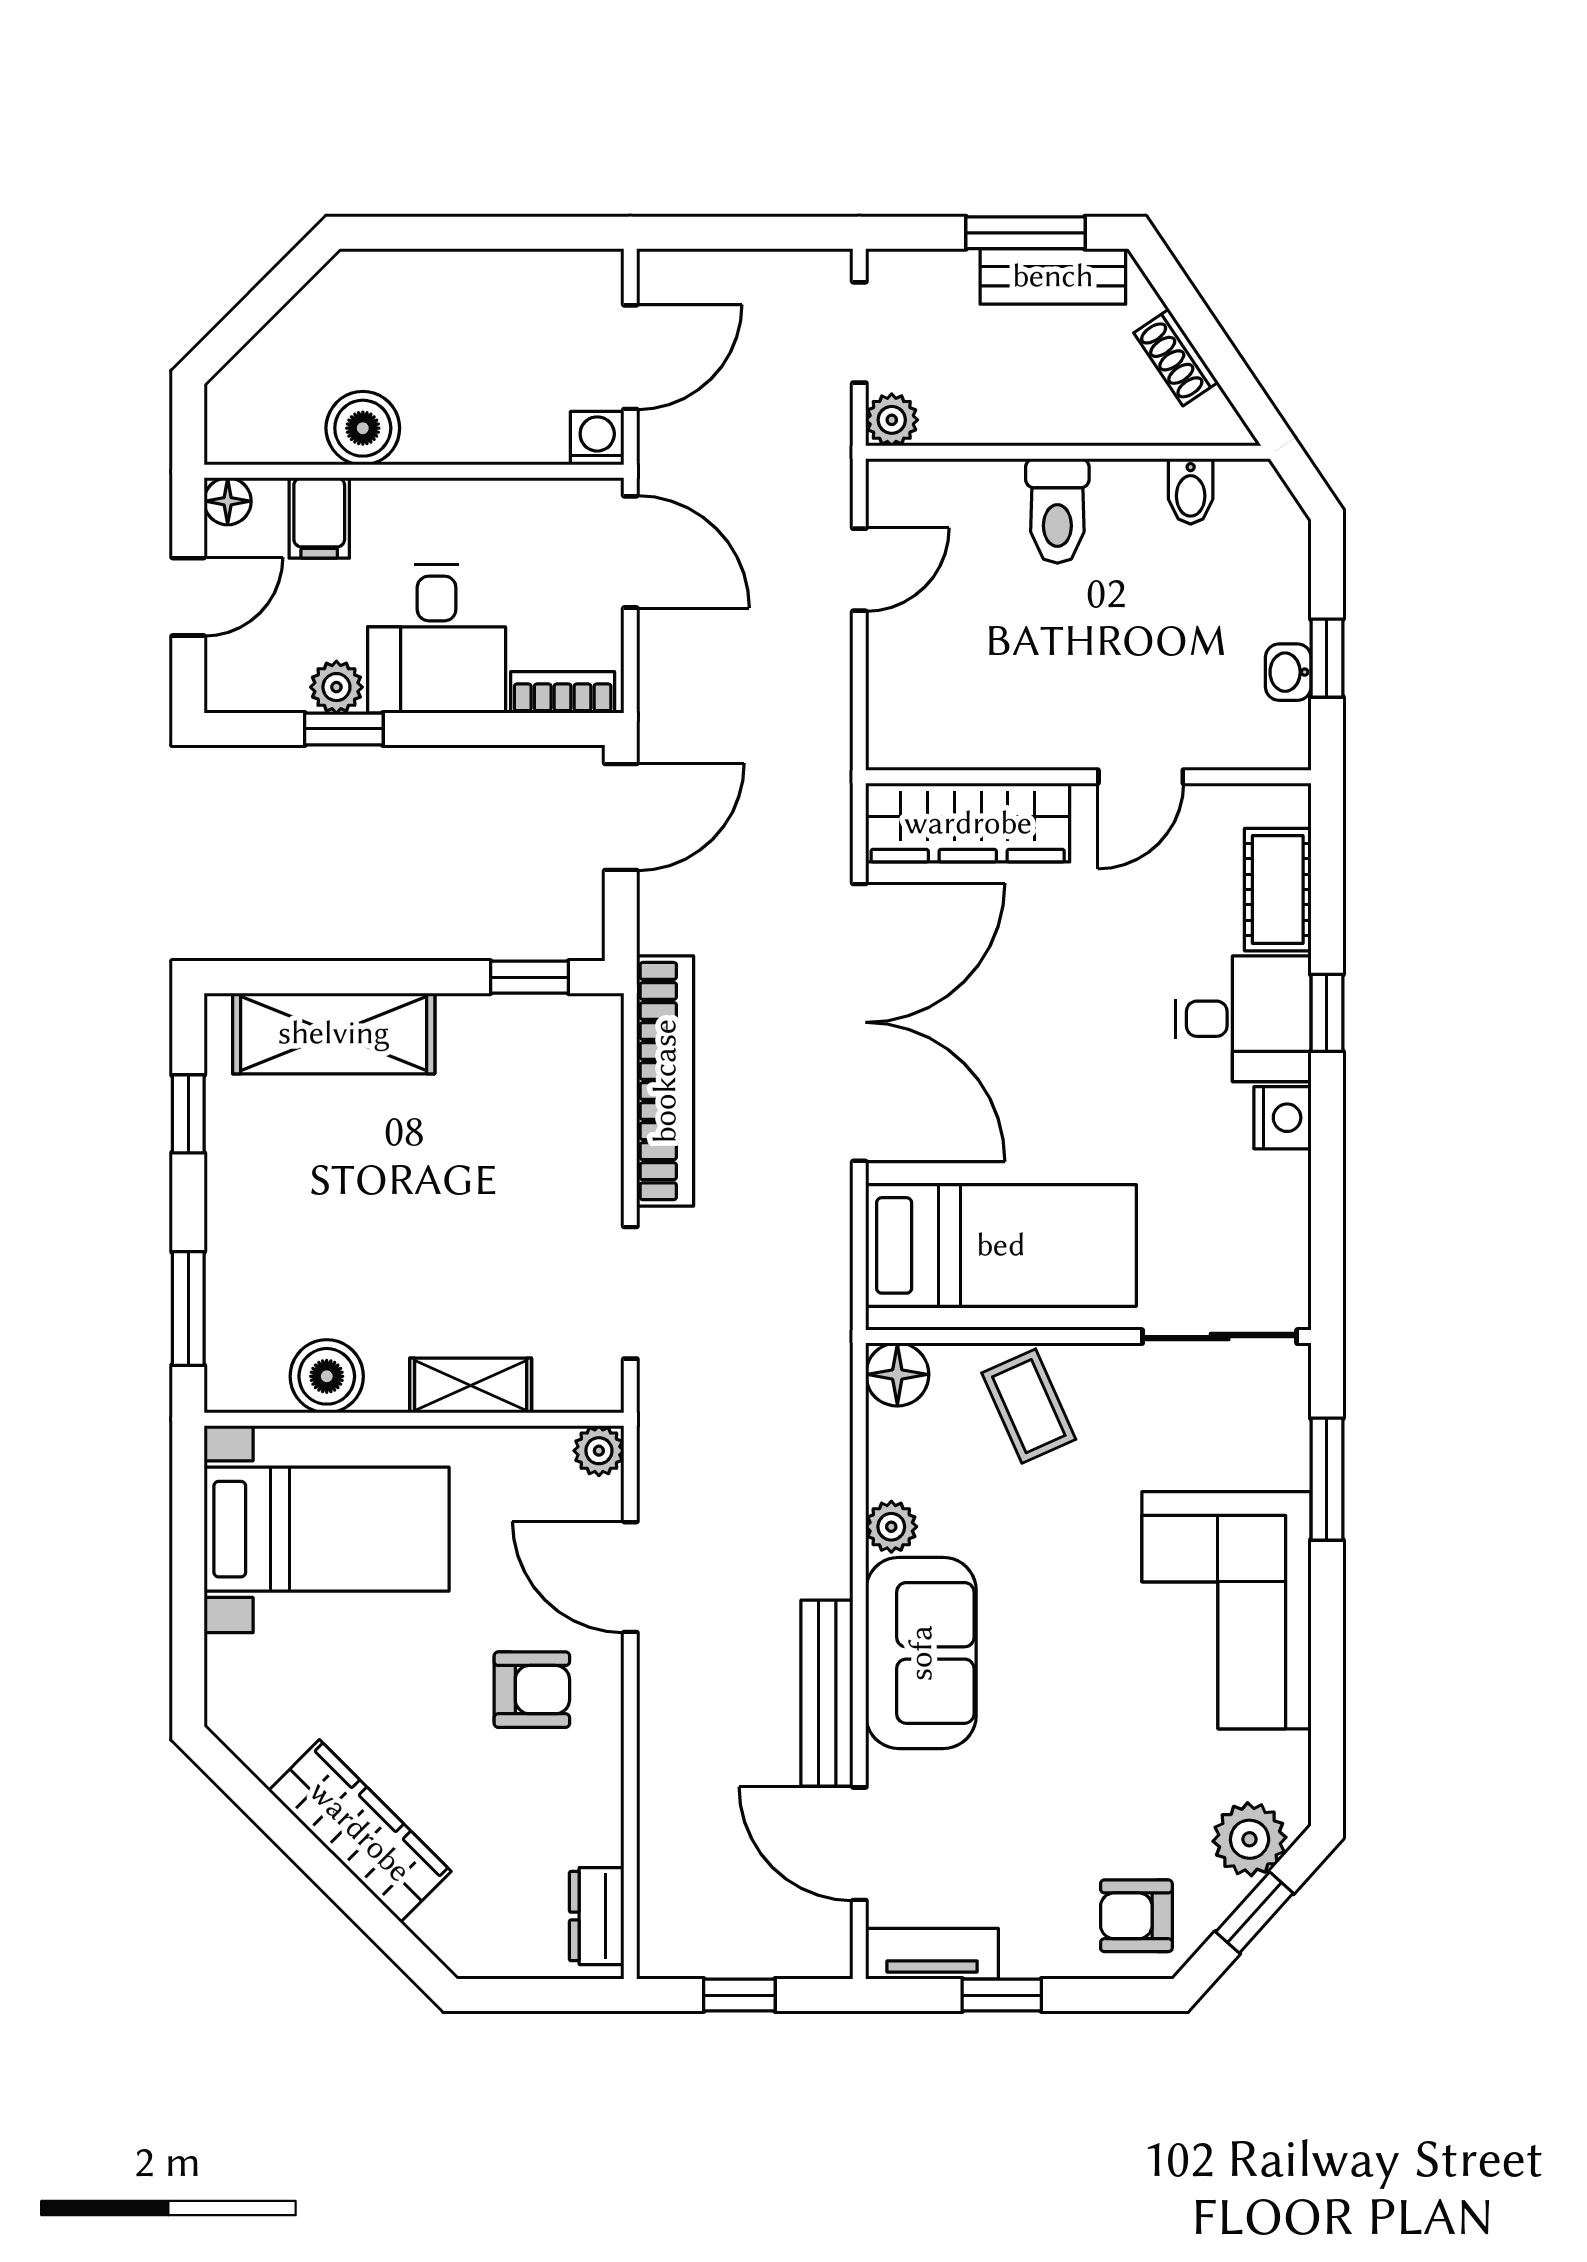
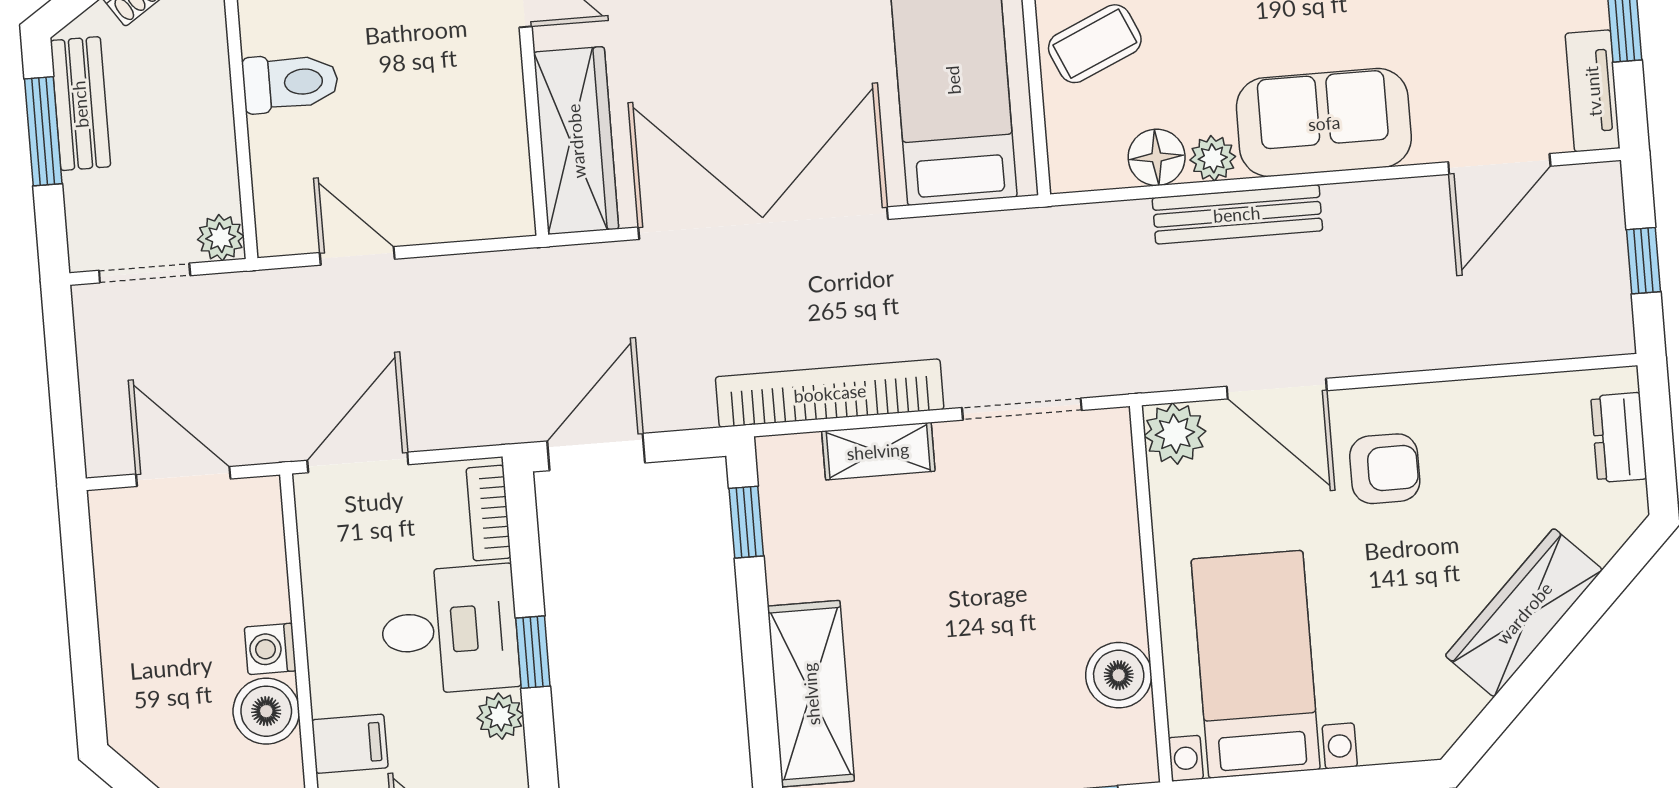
washing machine: (597, 438) -> (270, 649), moved
window: (344, 729) -> (533, 652), moved
door: (621, 817) -> (596, 452), hinge flipped
floor lamp: (897, 1374) -> (1157, 157), moved
shelving: (471, 1385) -> (878, 451), moved, turned 90
plant: (599, 1451) -> (1175, 434), width x1.38, depth x1.38
door: (630, 1577) -> (1277, 389), hinge flipped
armchair: (532, 1690) -> (1385, 469), turned 90
bench: (827, 1693) -> (1237, 214), moved
dresser: (597, 1916) -> (1619, 437), moved, turned 90

